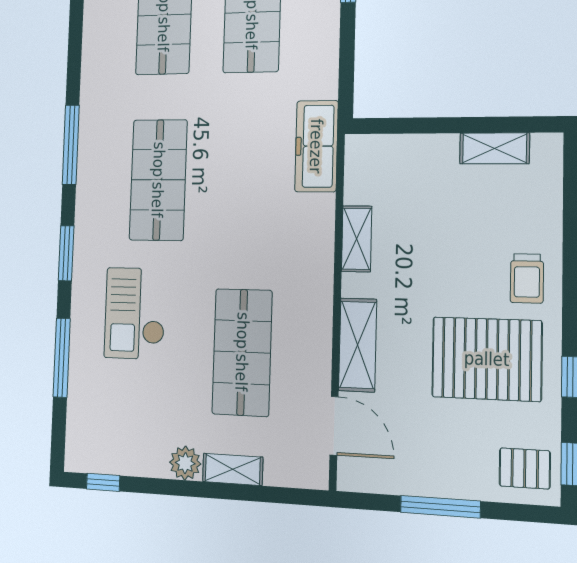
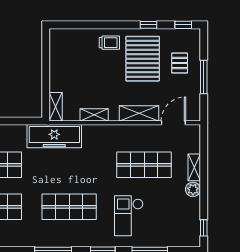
freezer: (316, 146) -> (54, 136), width x1.36, depth x1.26
shelving: (495, 148) -> (56, 107), moved
checkout: (135, 313) -> (129, 216), turned 90
pallet: (525, 468) -> (180, 63), moved

